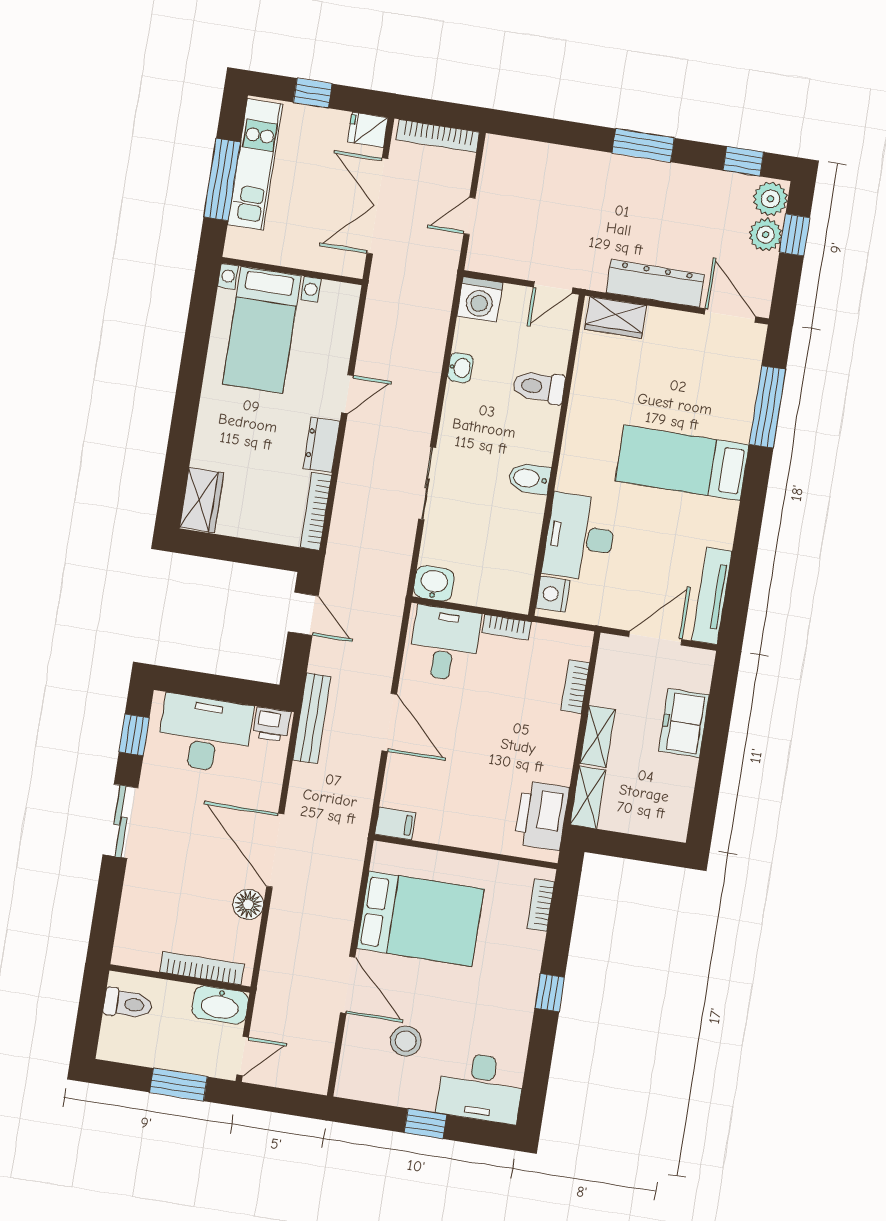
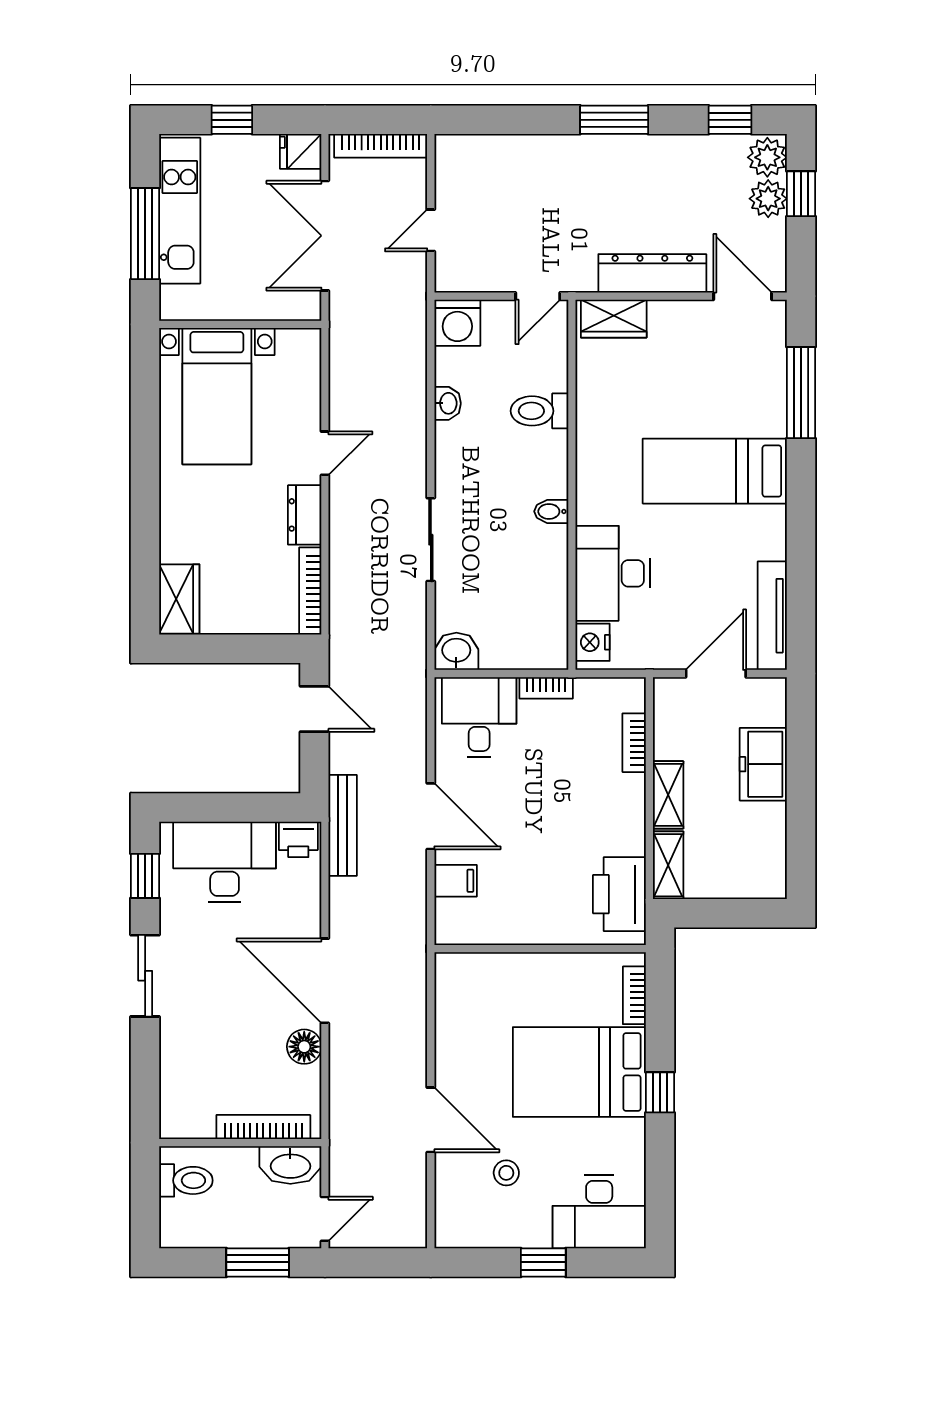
bidet: (529, 478) -> (551, 511), width x0.72, depth x0.74
filing cabinet: (395, 823) -> (456, 881), moved
bed: (420, 919) -> (579, 1072), moved, turned 180
stool: (406, 1041) -> (506, 1173), width x0.73, depth x0.73

